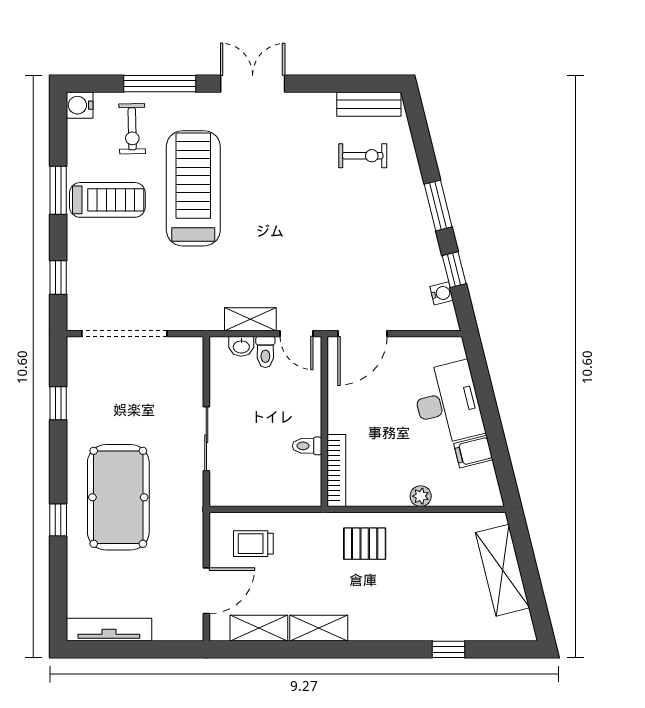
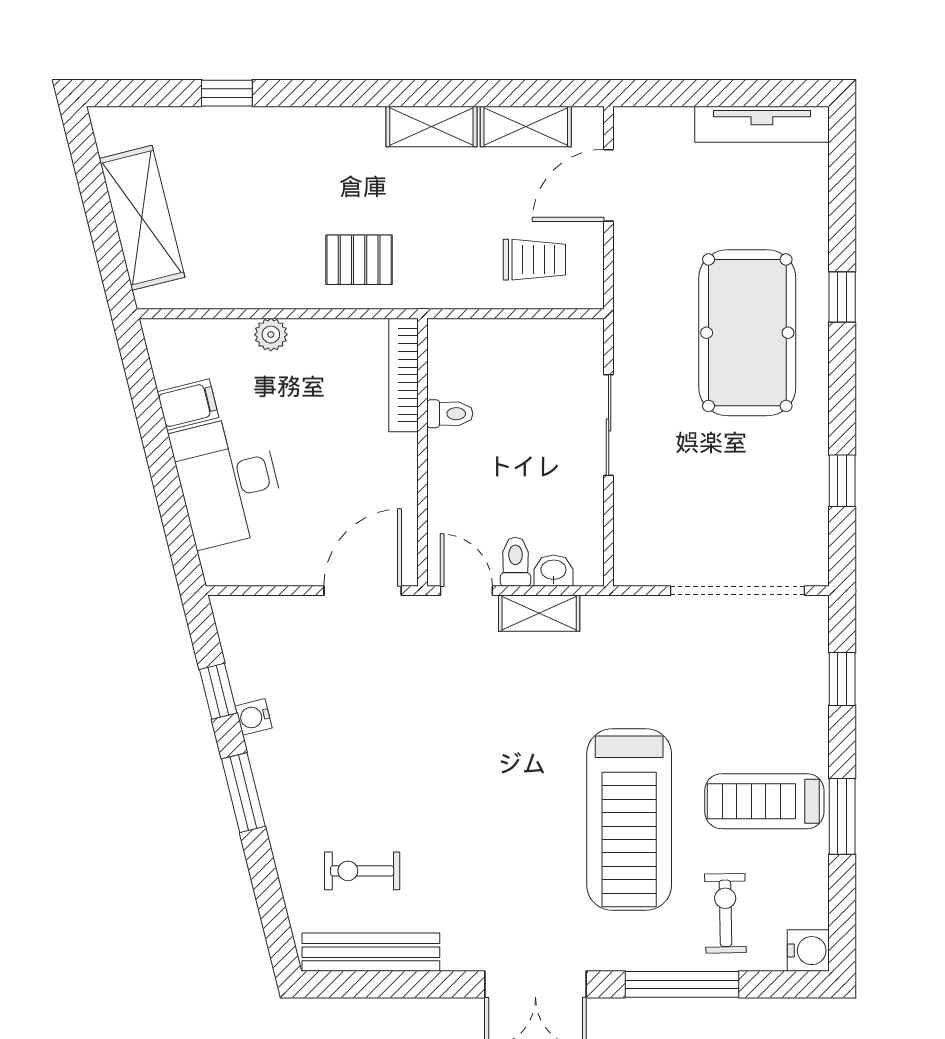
bench: (369, 104) -> (371, 952), width x1.36
water cooler: (441, 293) -> (254, 717), moved

